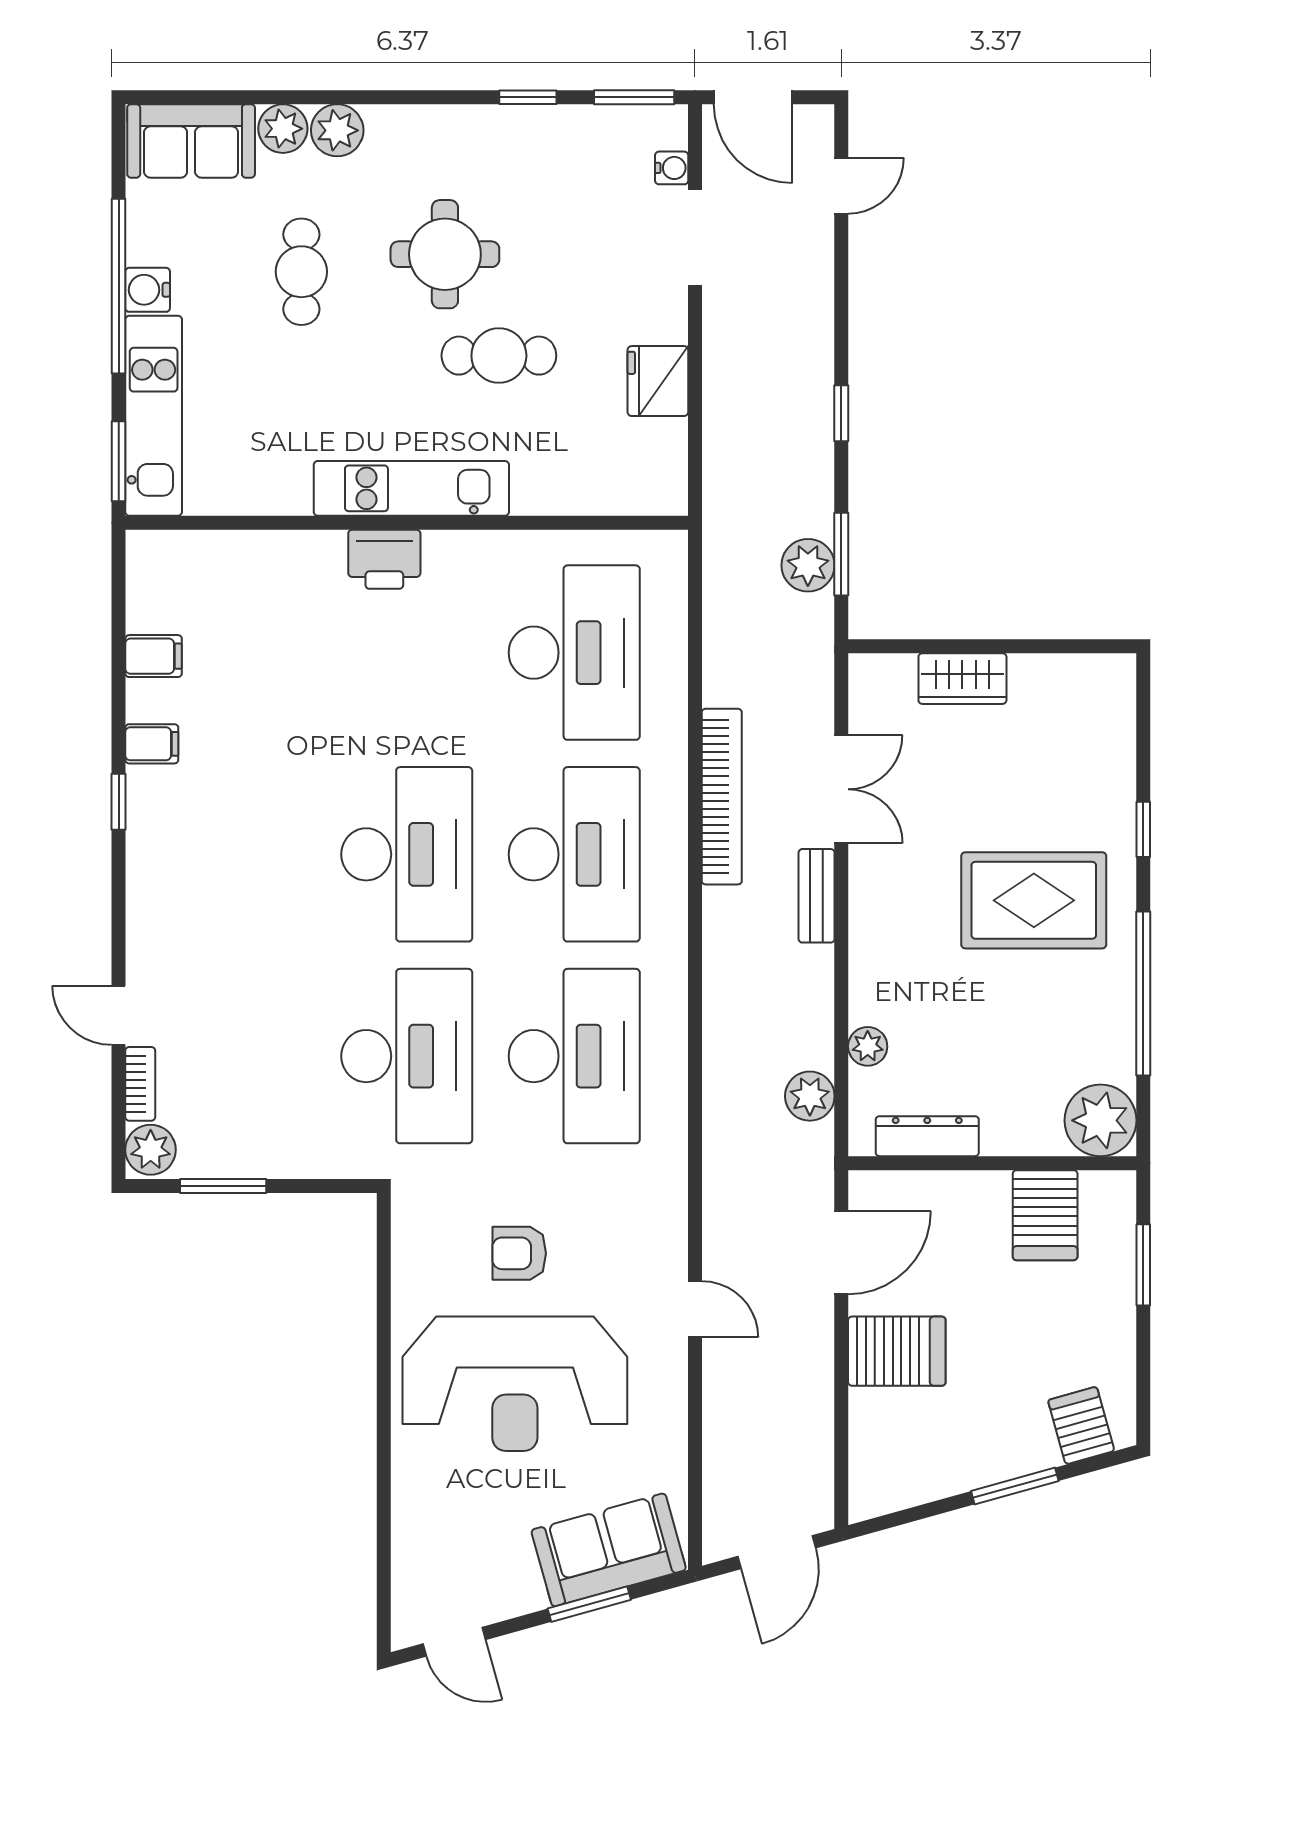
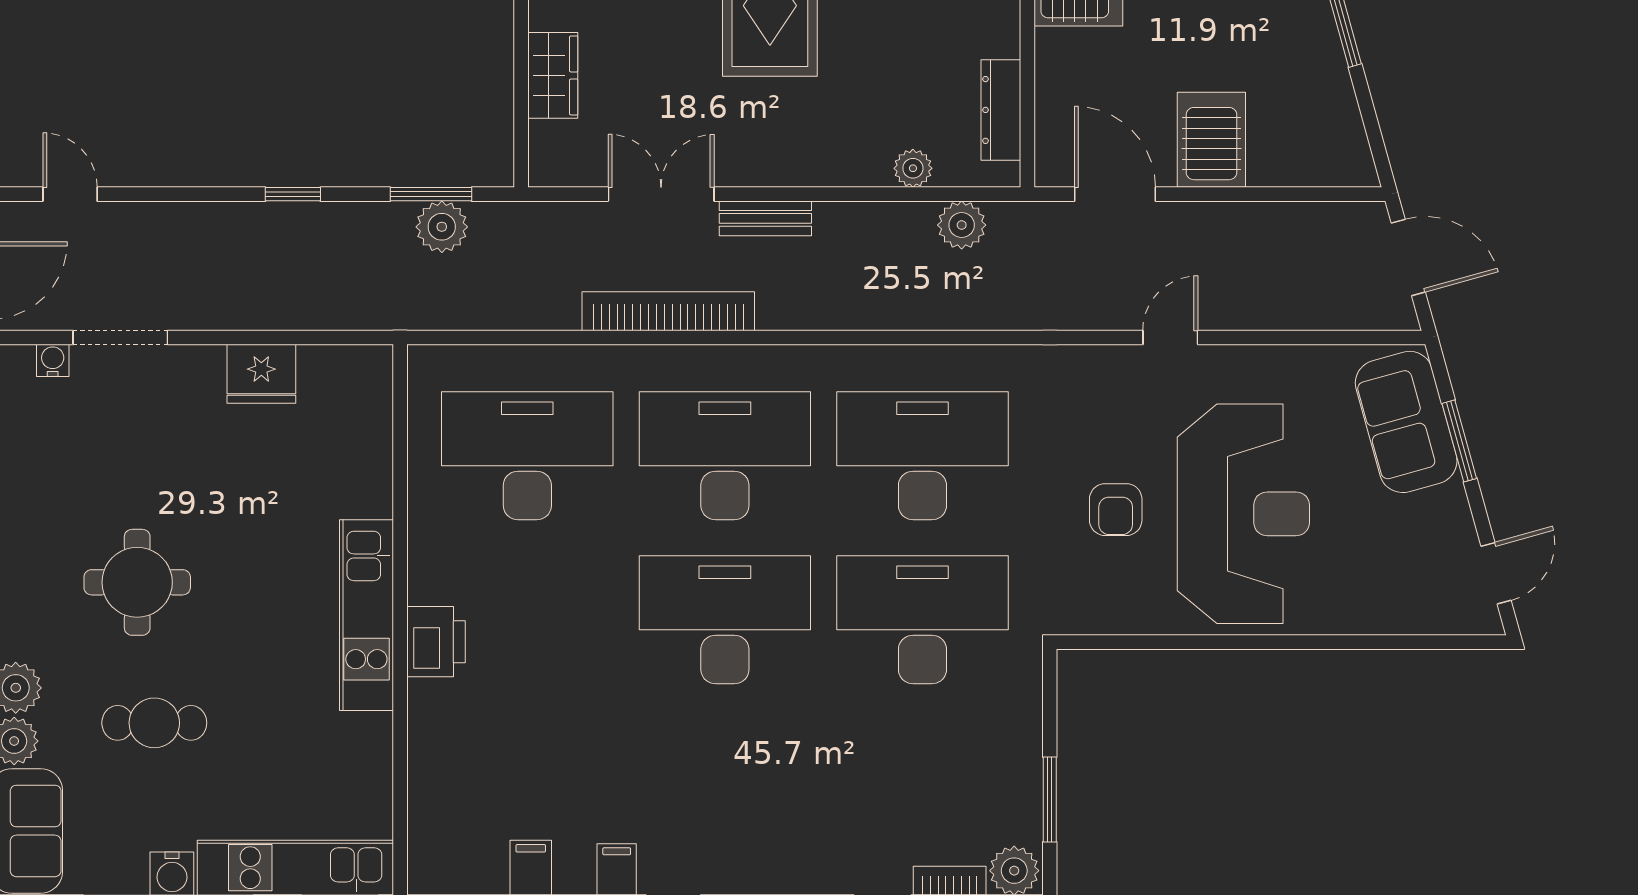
cafe table: (499, 356) -> (236, 529), removed

